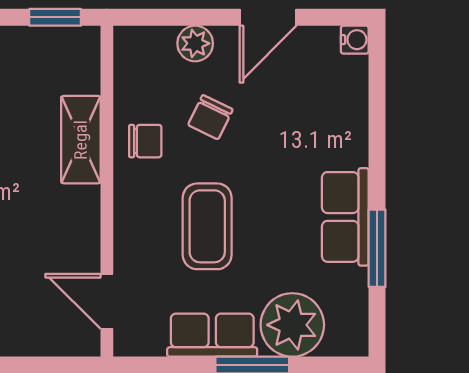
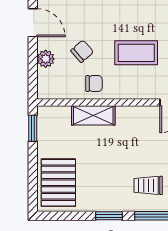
chair: (210, 117) -> (82, 51), turned -67
chair: (145, 141) -> (94, 84), turned 90

